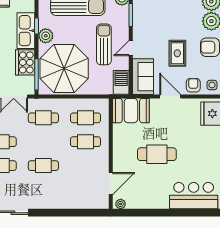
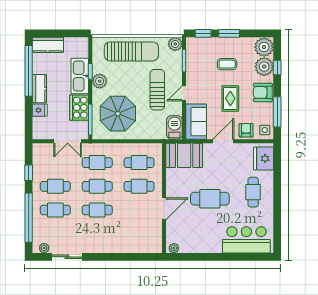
coffee table: (174, 19) -> (227, 64), added
parasol: (64, 68) -> (118, 114), width x0.73, depth x0.73
door: (170, 96) -> (223, 141), hinge flipped
cafe table: (43, 142) -> (97, 186), added
cafe table: (200, 148) -> (253, 192), added
door: (111, 184) -> (164, 209), moved

